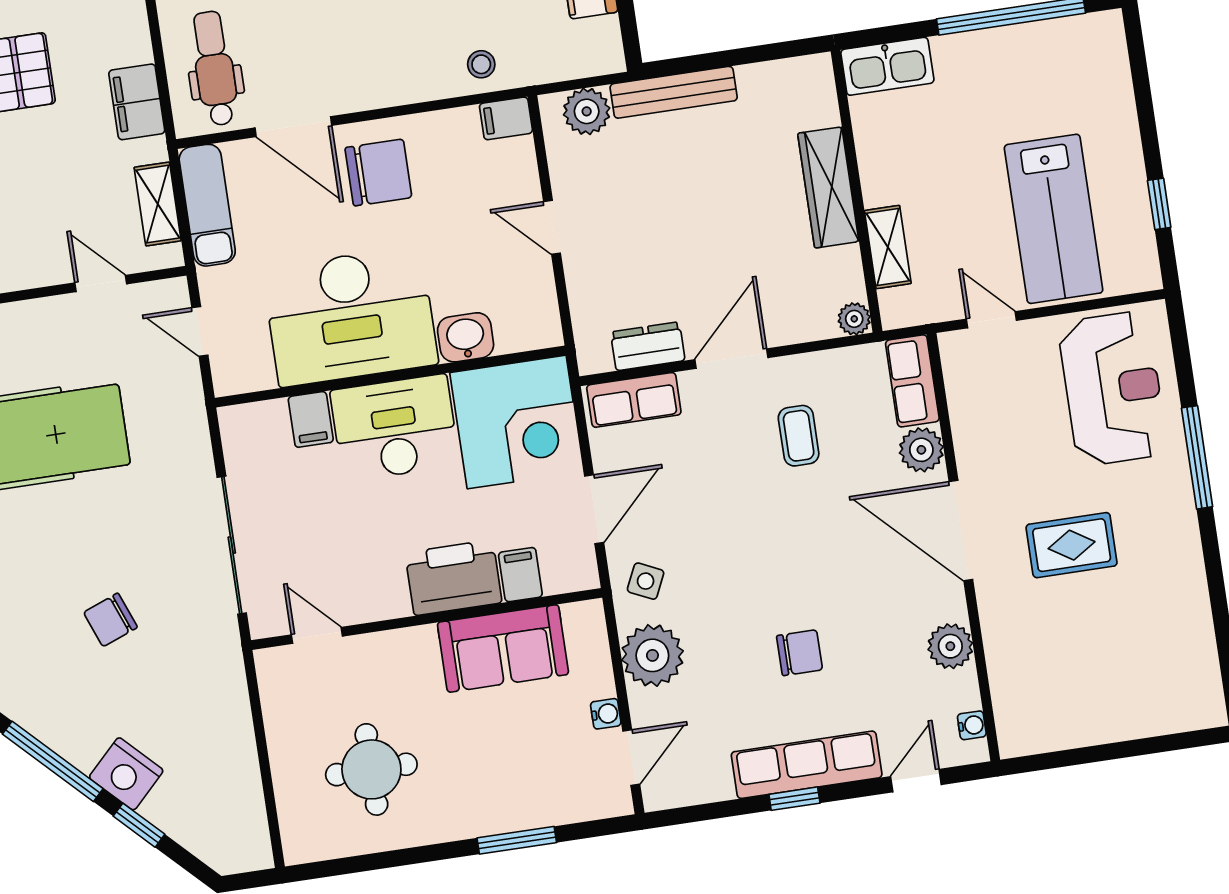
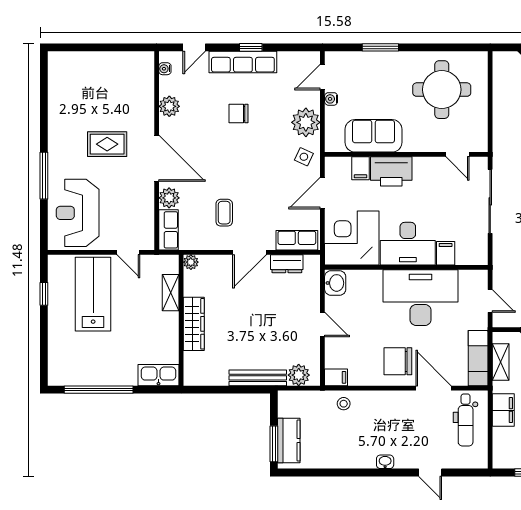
washbasin: (466, 337) -> (335, 283), moved, turned -90
round table: (371, 769) -> (442, 90), width x1.36, depth x1.36

